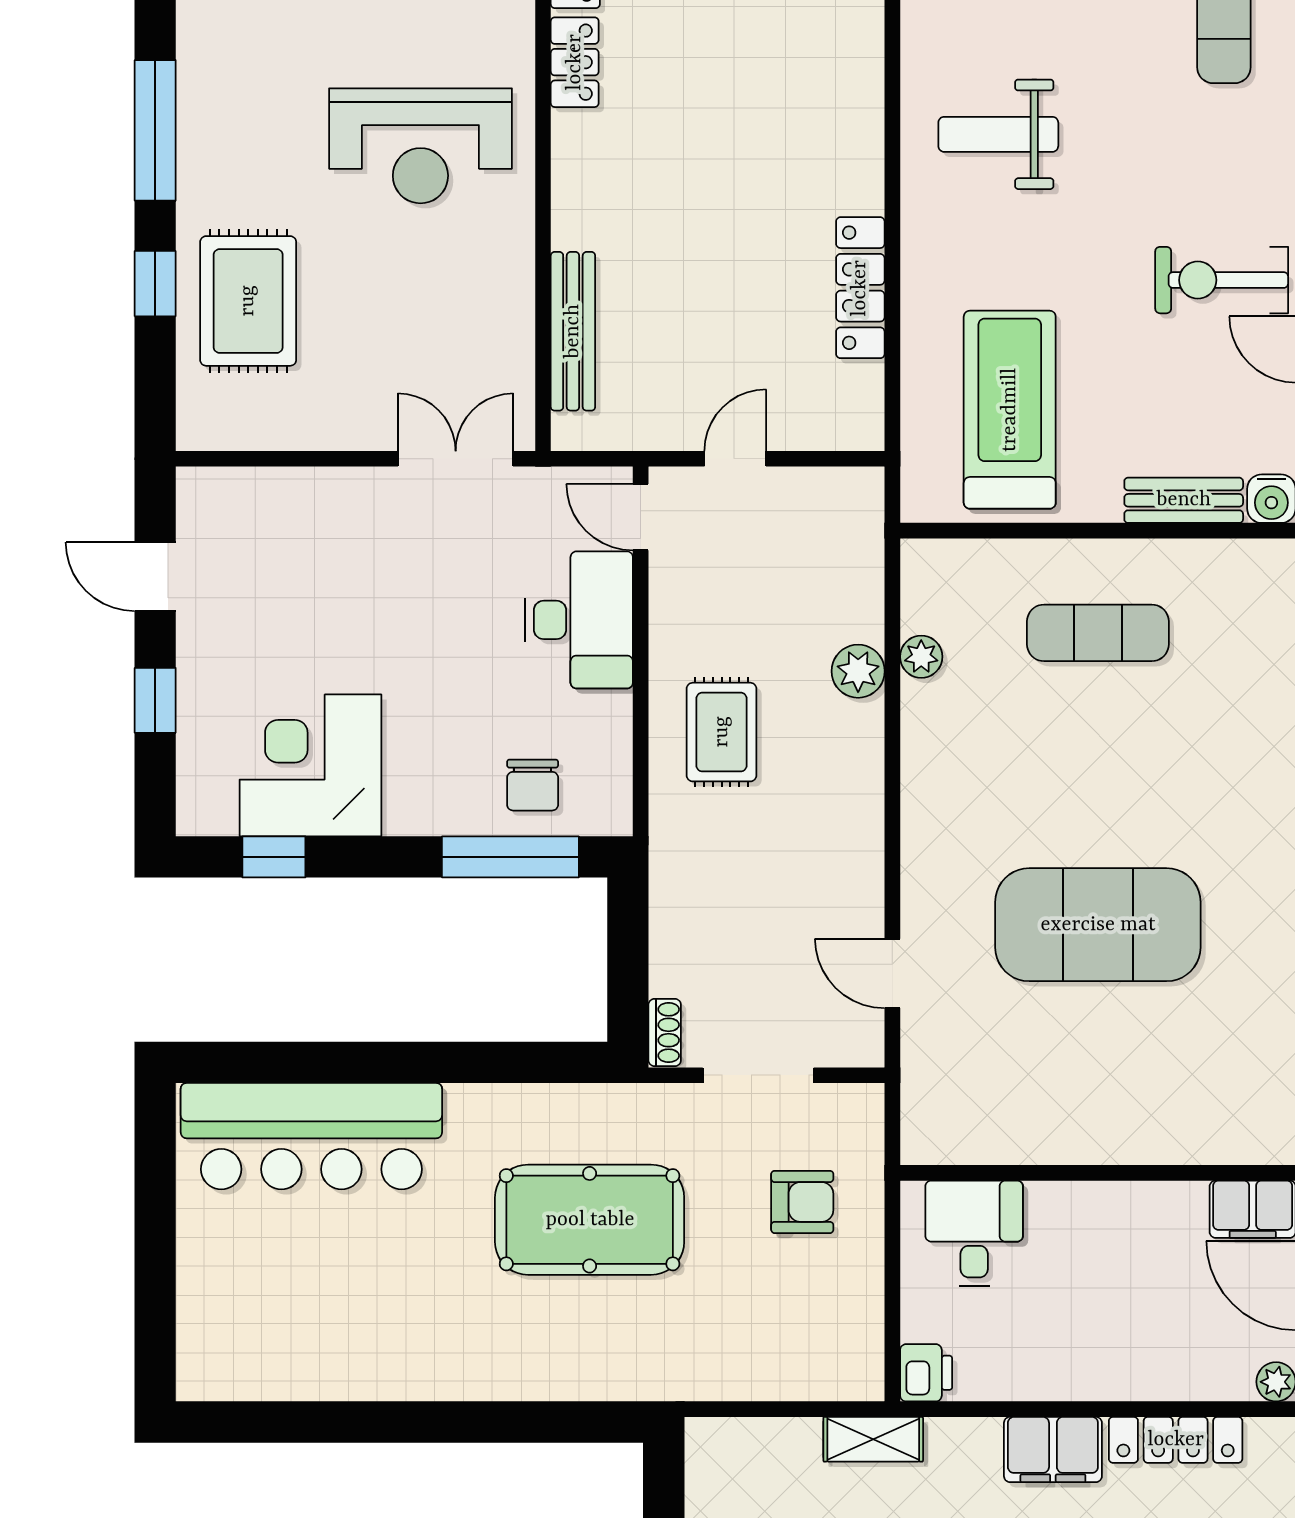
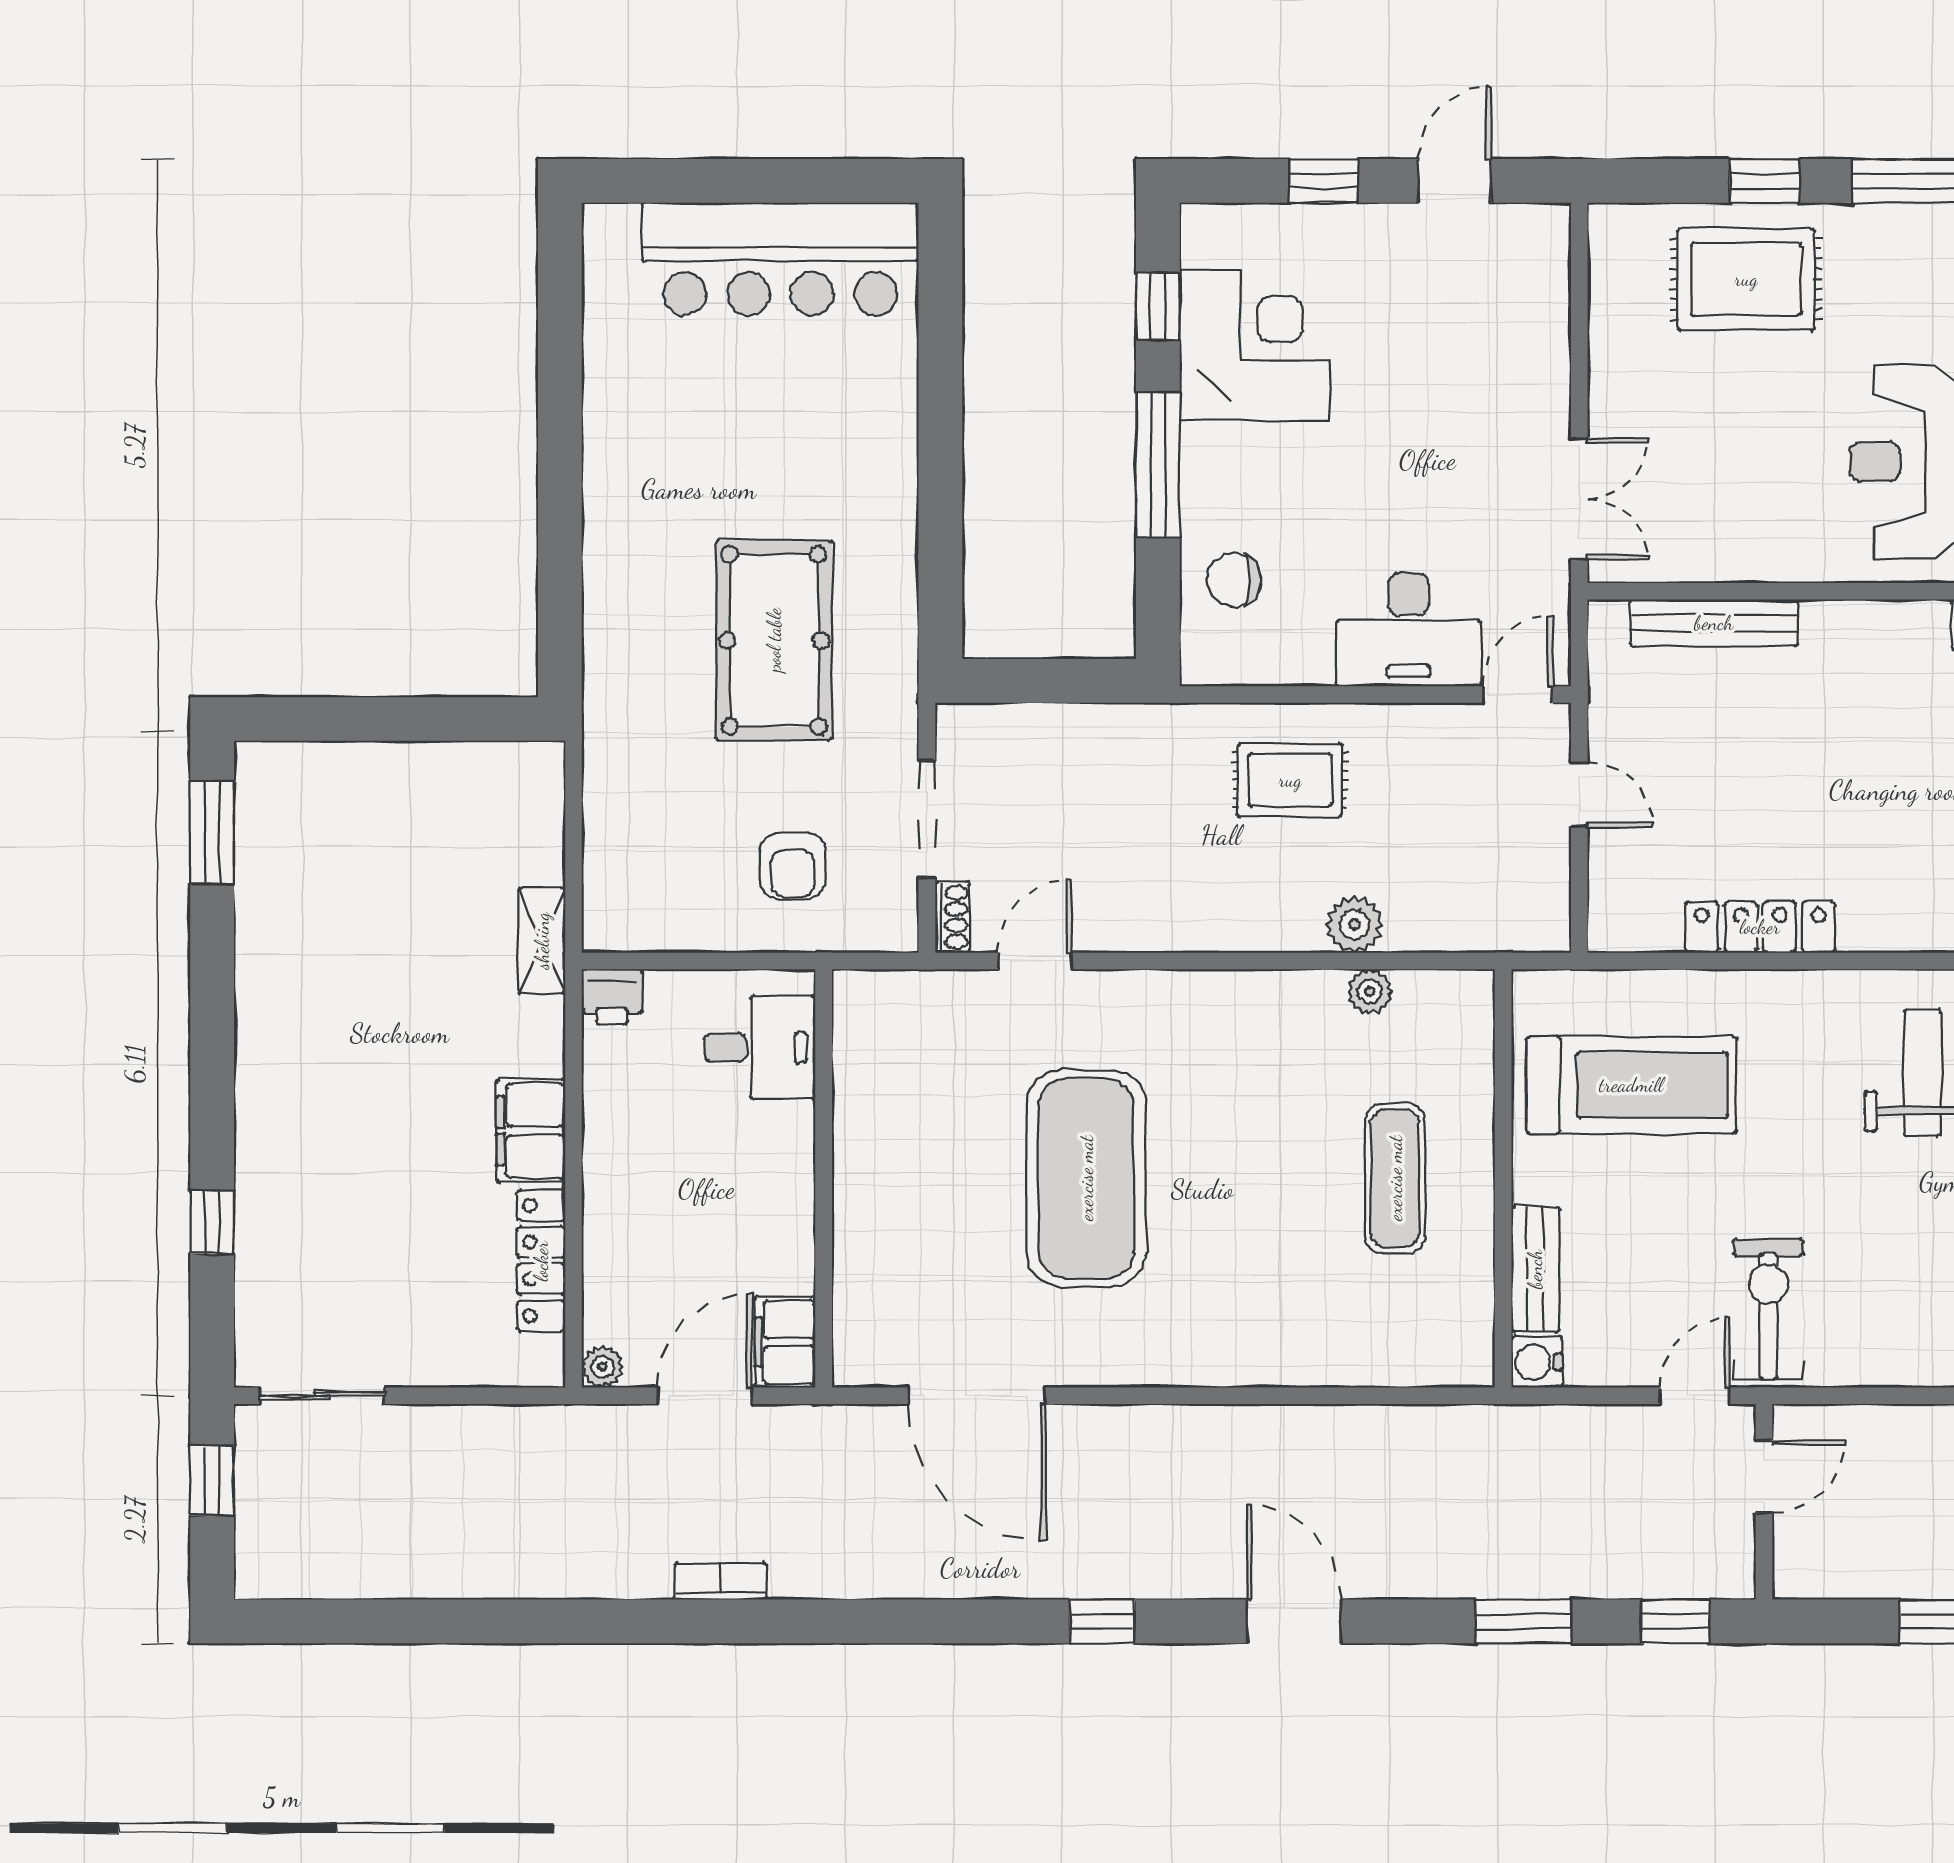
window: (510, 857) -> (1158, 464), moved
shoe rack: (665, 1033) -> (952, 917), moved, turned -90
bar counter: (311, 1136) -> (780, 259), moved, turned -90

